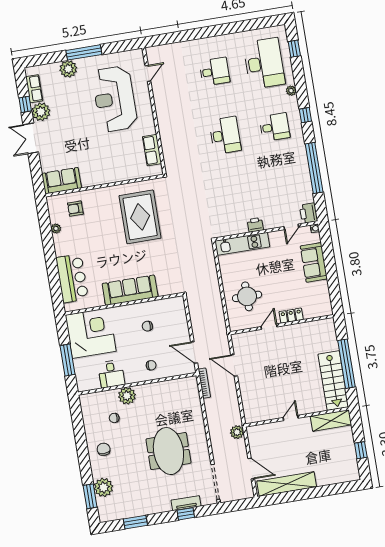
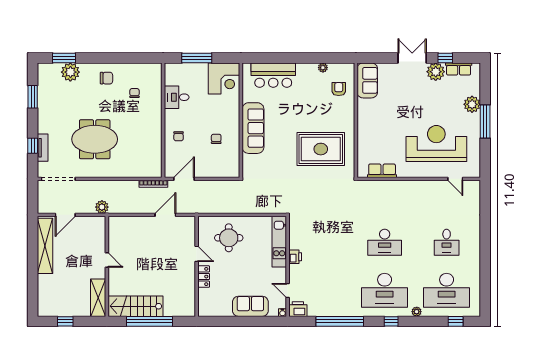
desk: (275, 127) -> (385, 290), width x1.87, depth x1.30
corner desk: (91, 333) -> (224, 78), width x0.74, depth x0.74
plant: (127, 396) -> (153, 109), removed

